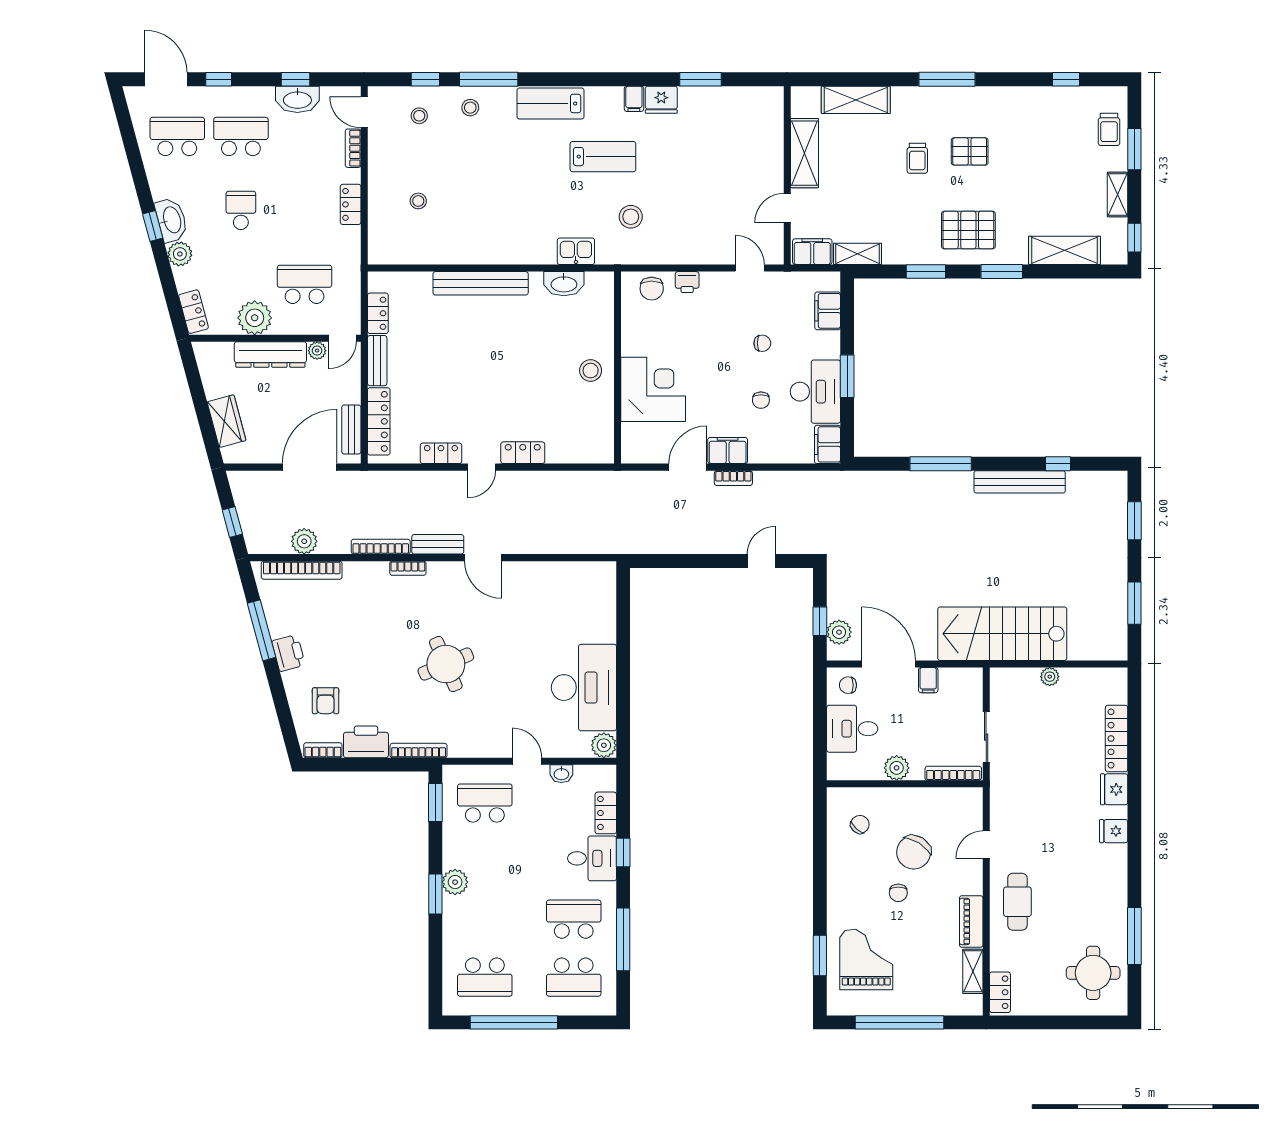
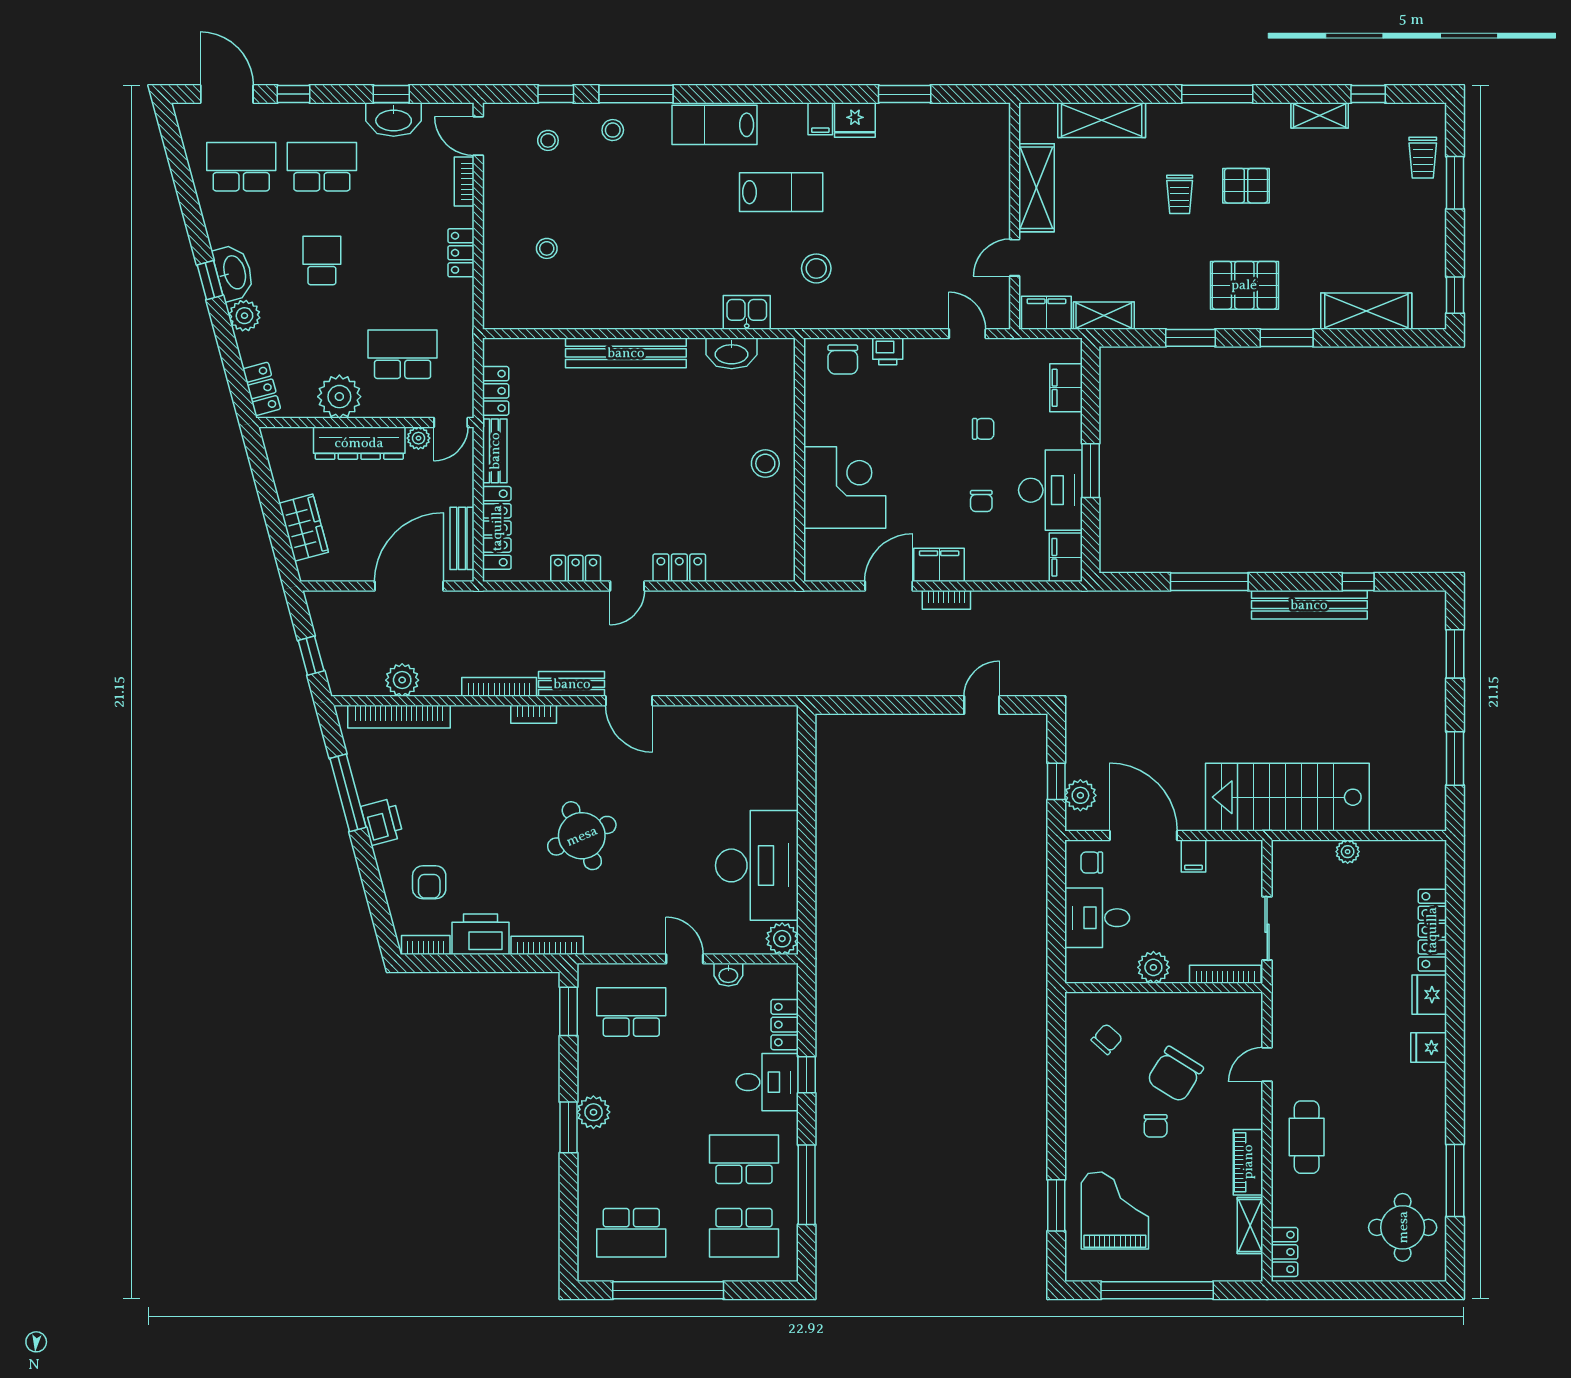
shelving: (1117, 194) -> (1320, 115), moved, turned 90

